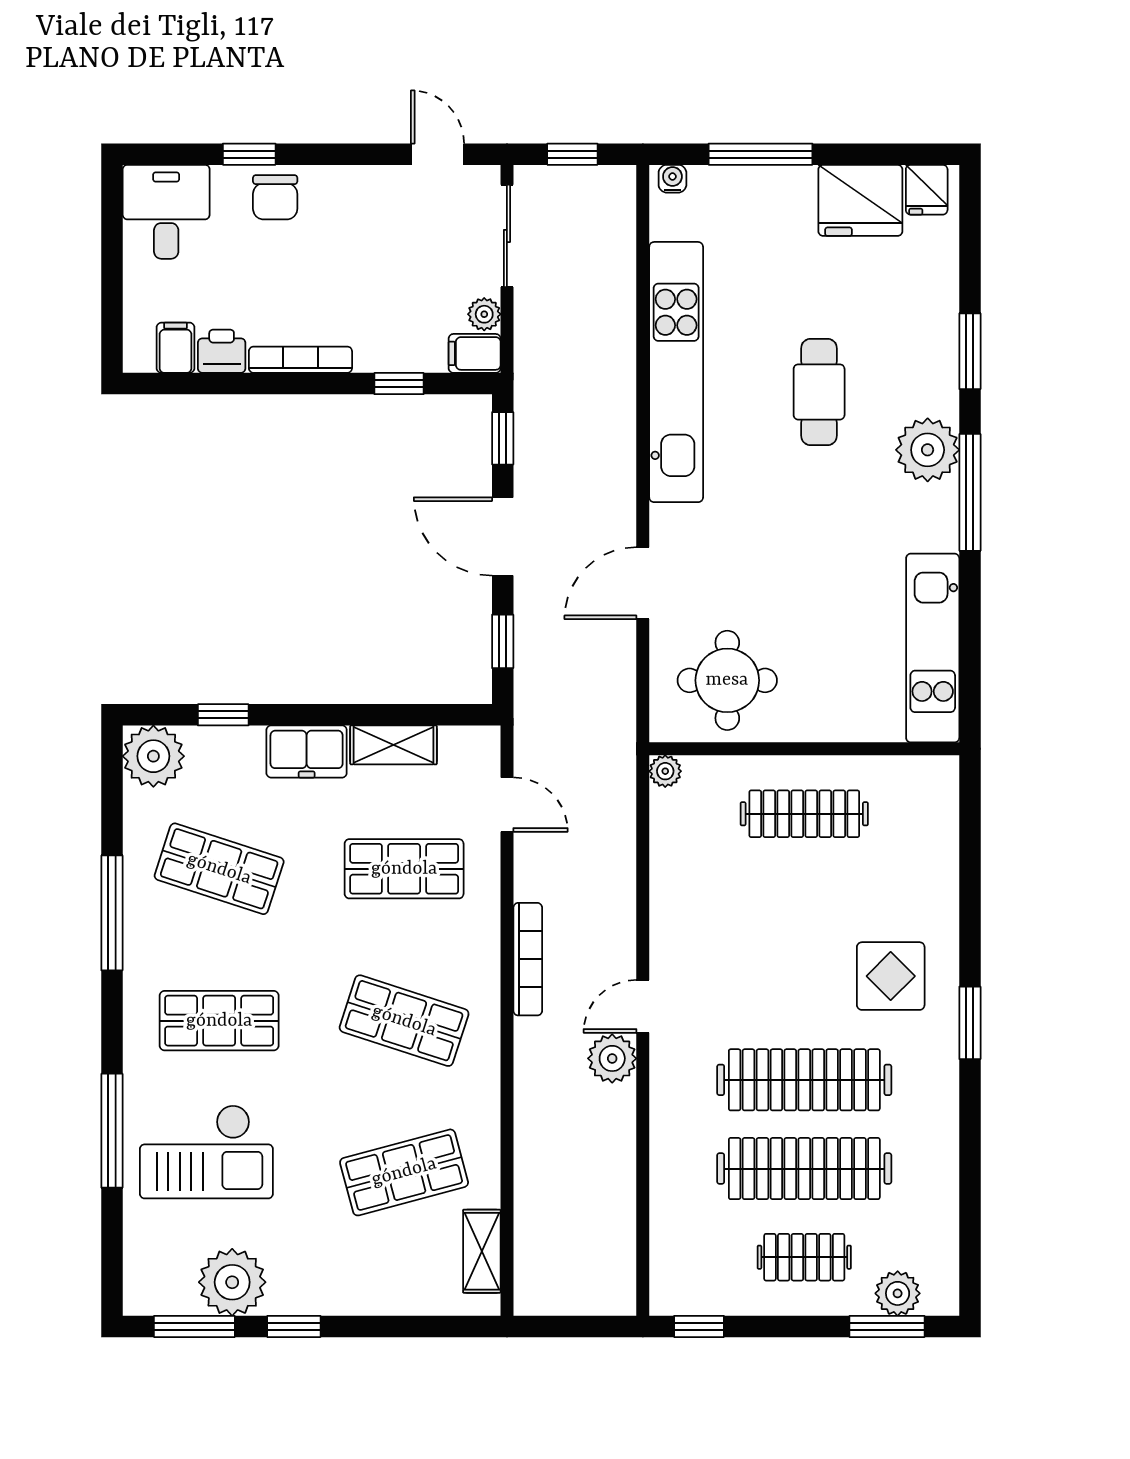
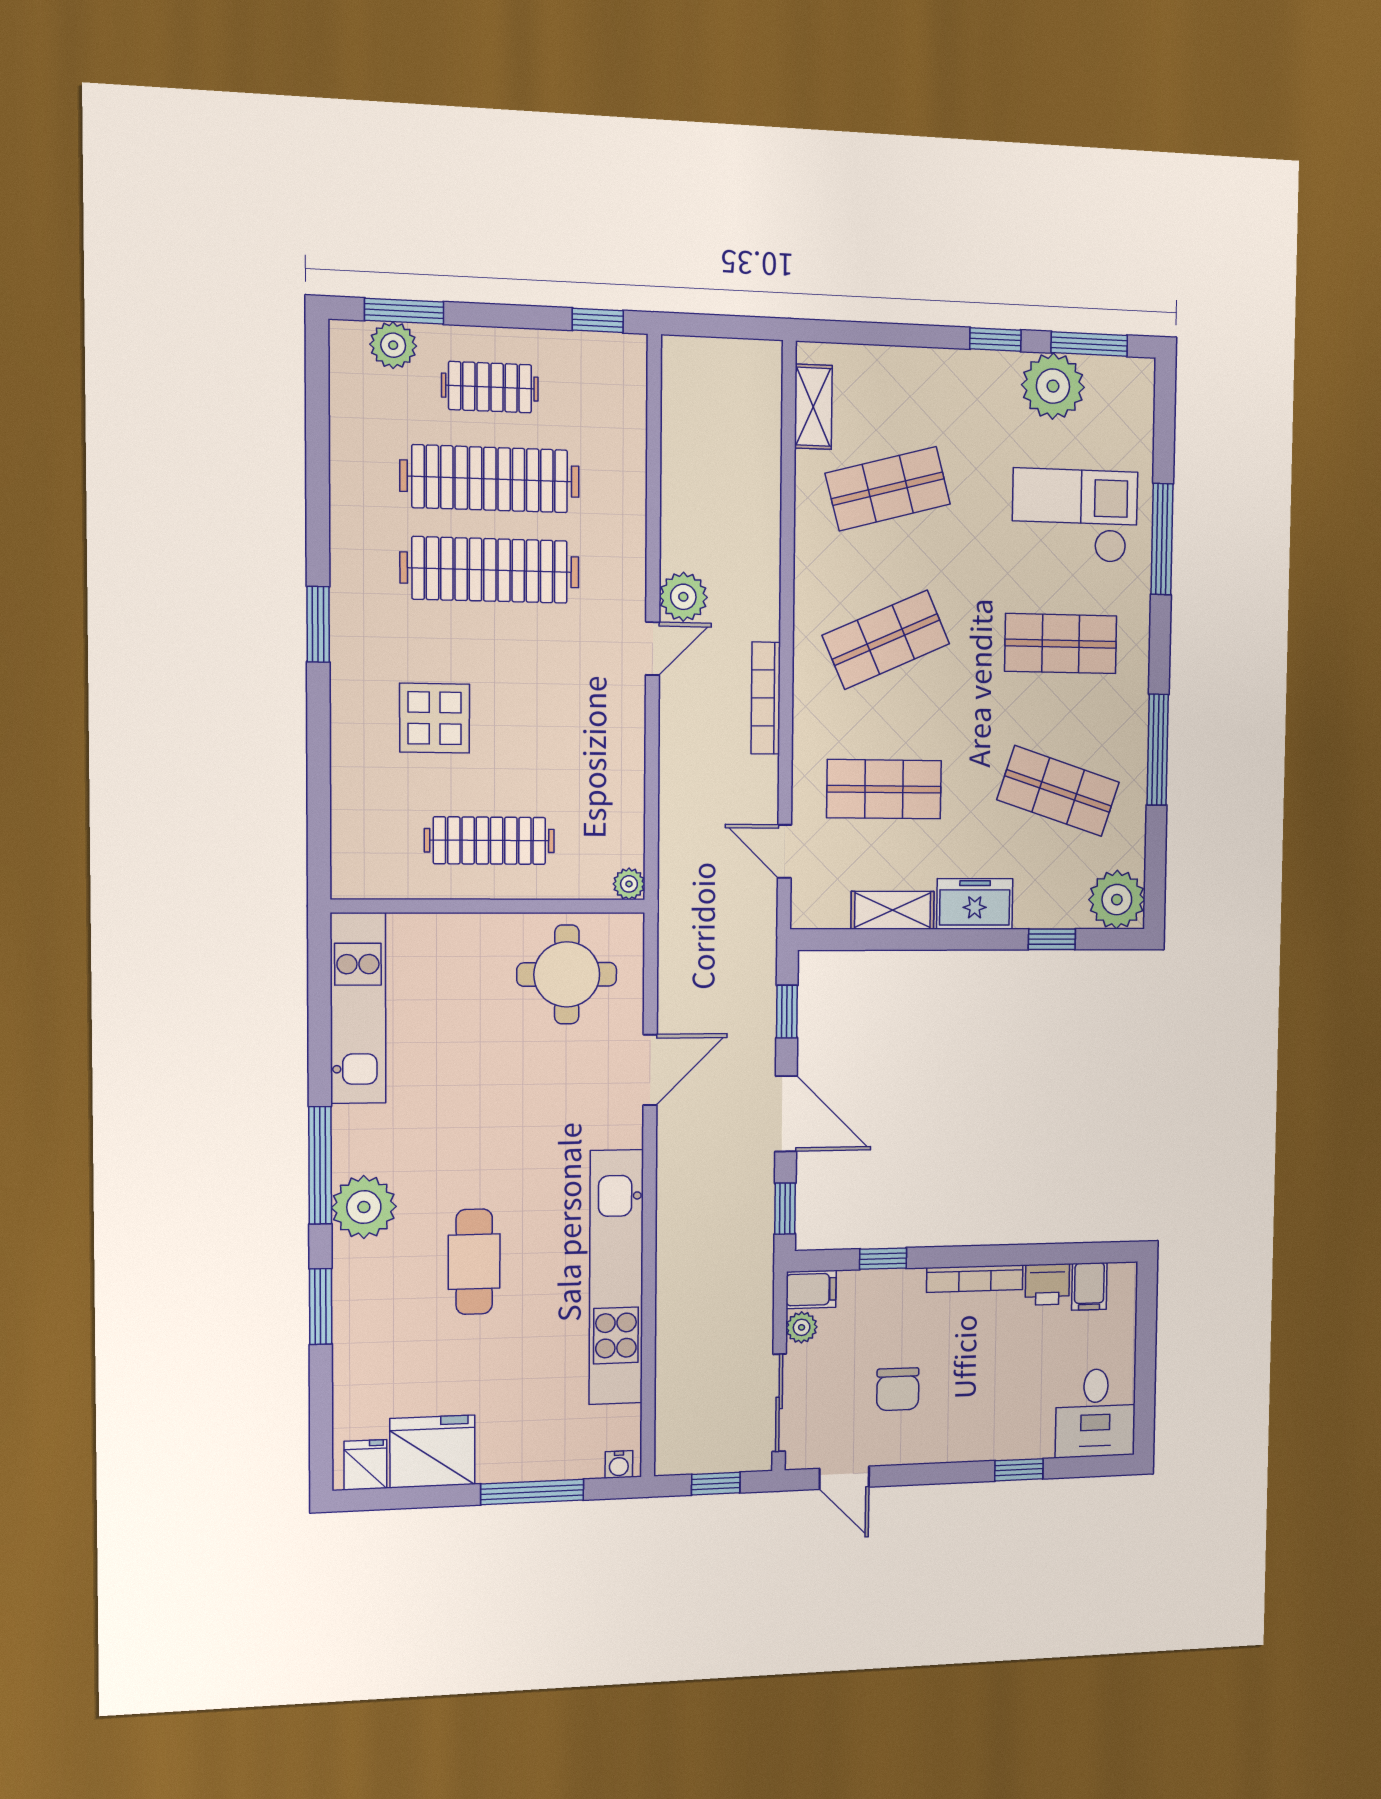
chair: (275, 197) -> (898, 1389), moved, turned 180
display table: (891, 976) -> (435, 718), moved
shop shelf: (404, 1021) -> (886, 640), turned -42

